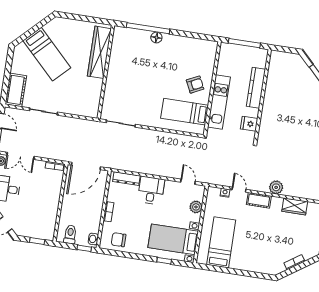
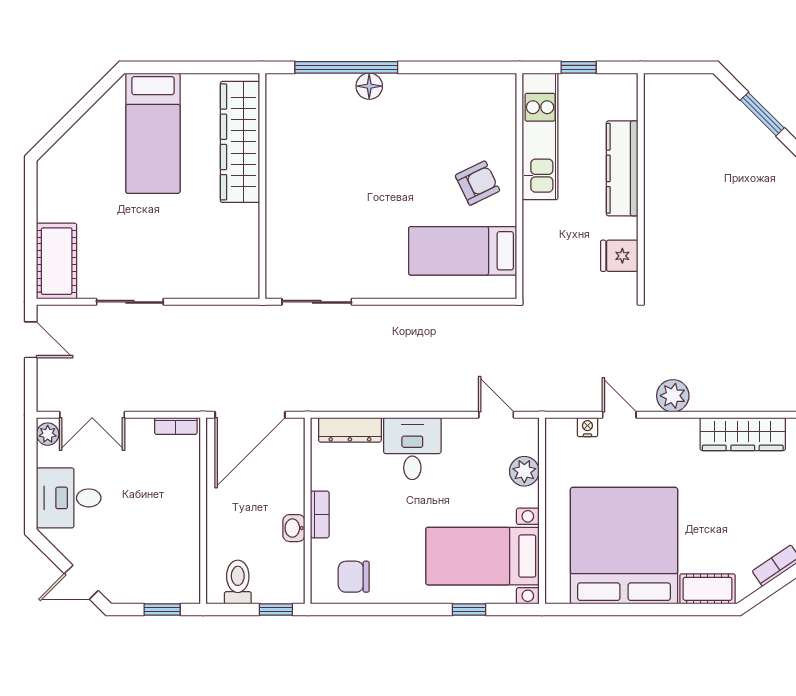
window: (244, 43) -> (579, 67), width x0.46
bed: (47, 54) -> (153, 133), moved, turned 45
kitchen unit: (219, 102) -> (540, 136), moved
plant: (276, 187) -> (673, 396), moved
cot: (259, 200) -> (708, 589), moved
wardrobe: (295, 206) -> (743, 434), width x1.50
washbasin: (93, 239) -> (294, 528), moved
bed: (221, 242) -> (624, 546), width x2.04

